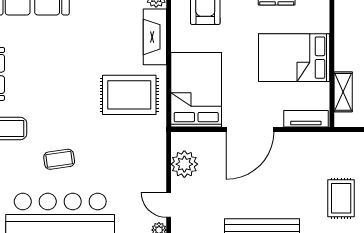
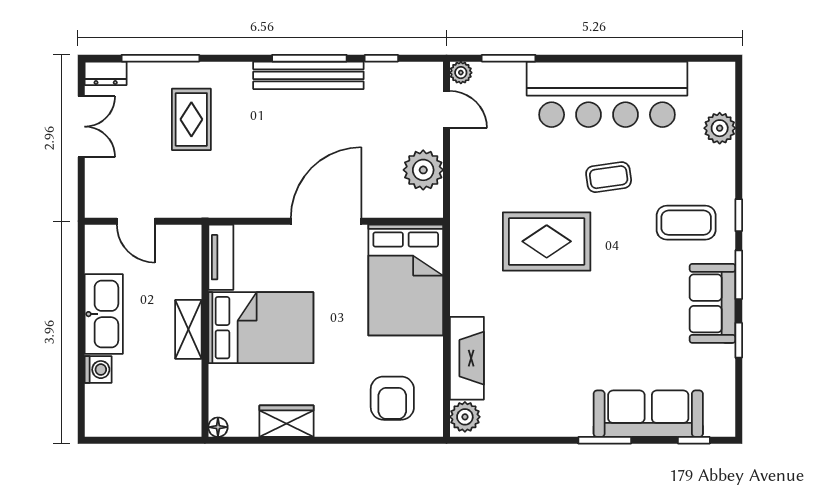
shelving: (343, 92) -> (188, 329), moved
rug: (129, 95) -> (547, 241), moved
tv unit: (306, 119) -> (221, 257), moved, turned -90

